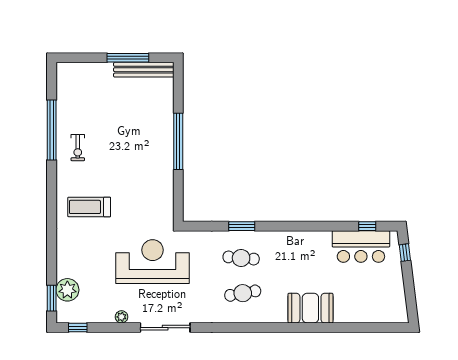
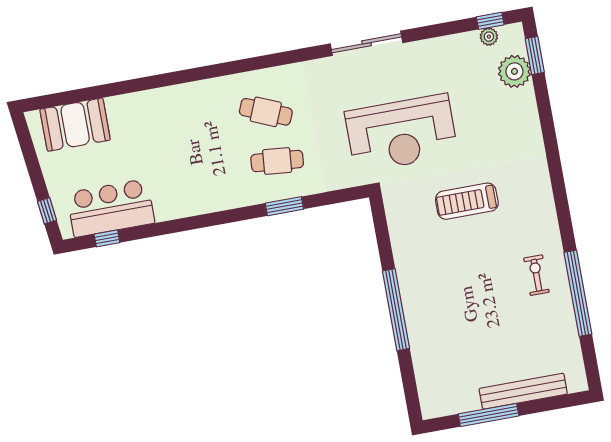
bench: (144, 70) -> (523, 391), moved
treadmill: (89, 207) -> (467, 201), moved, turned 180
cafe table: (243, 293) -> (266, 112), turned 33
booth: (310, 308) -> (75, 125), moved
plant: (122, 317) -> (489, 37), moved

